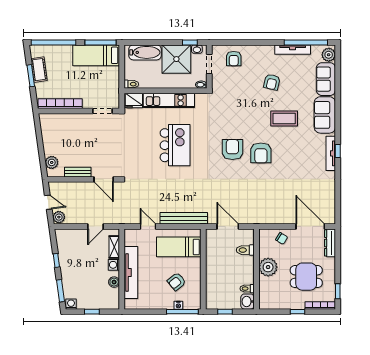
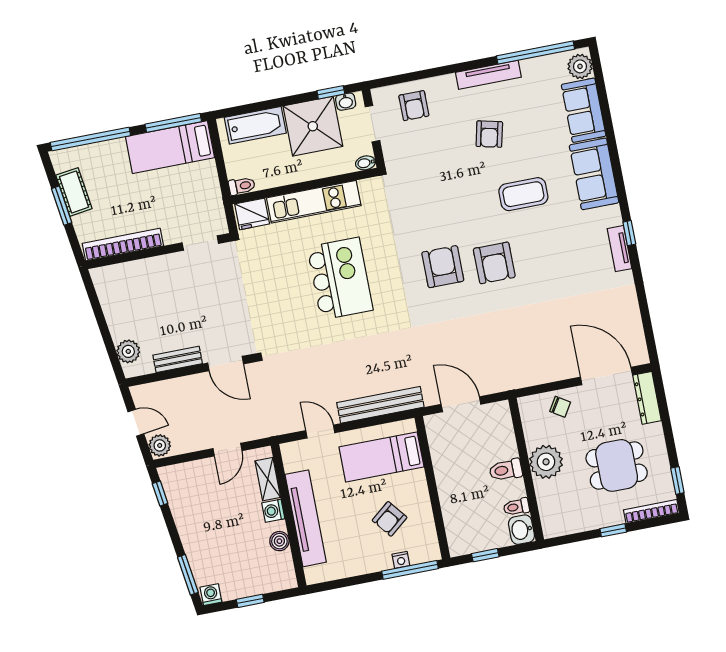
tv unit: (293, 50) -> (488, 75), moved
tv unit: (331, 153) -> (619, 249), width x0.71
toilet: (245, 250) -> (506, 470), moved
window: (56, 260) -> (160, 493), moved

